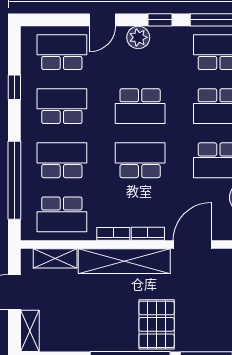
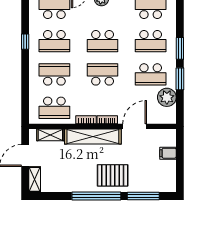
window: (14, 87) -> (25, 42), moved
school desk: (62, 106) -> (54, 41), turned 180
window: (14, 180) -> (25, 87), removed
pallet: (157, 324) -> (113, 175), turned 90

